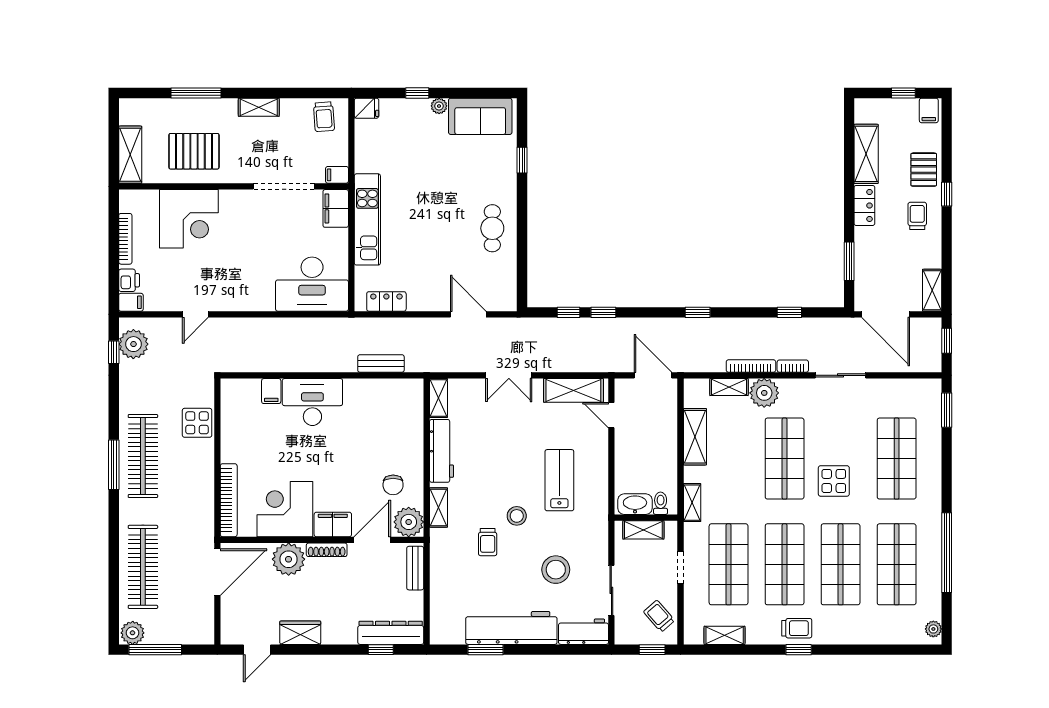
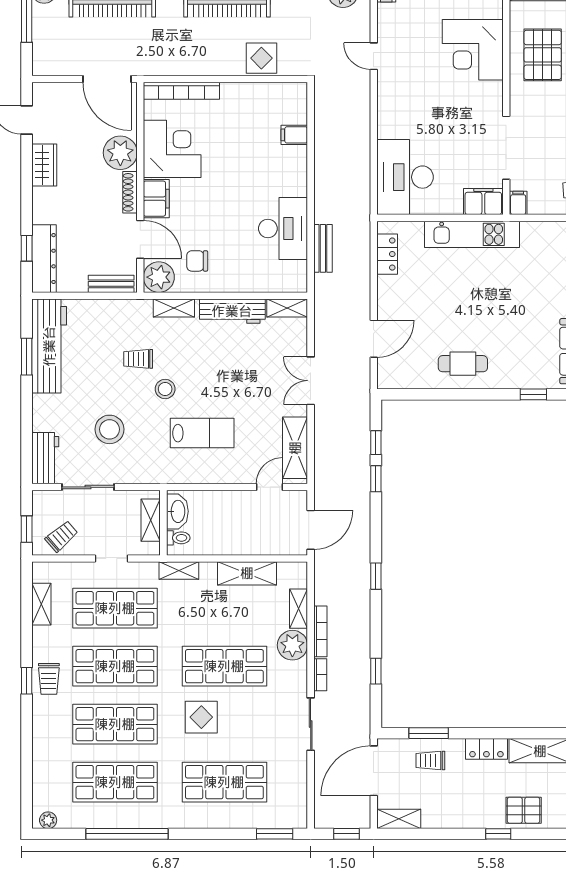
trolley: (917, 216) -> (430, 760), moved, turned 180
desk: (312, 402) -> (283, 228), moved
workbench: (511, 628) -> (49, 346), moved

